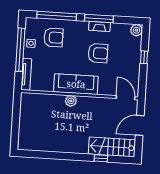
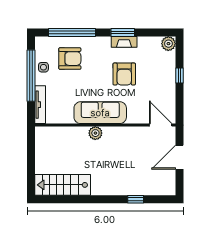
window: (99, 19) -> (123, 33), width x0.69
armchair: (98, 53) -> (124, 74), turned 90
stairs: (112, 147) -> (63, 185), moved

